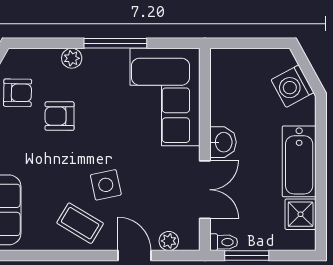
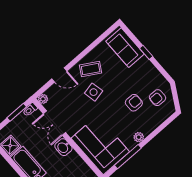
window: (115, 43) -> (128, 157), moved
plant: (72, 58) -> (139, 137), moved
plant: (169, 241) -> (43, 99), moved

